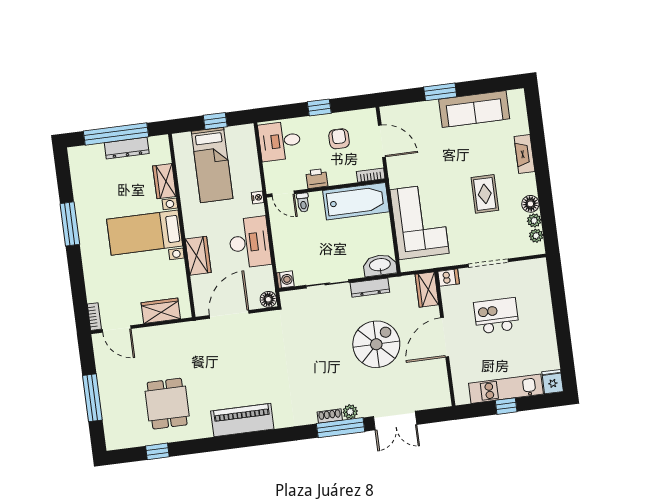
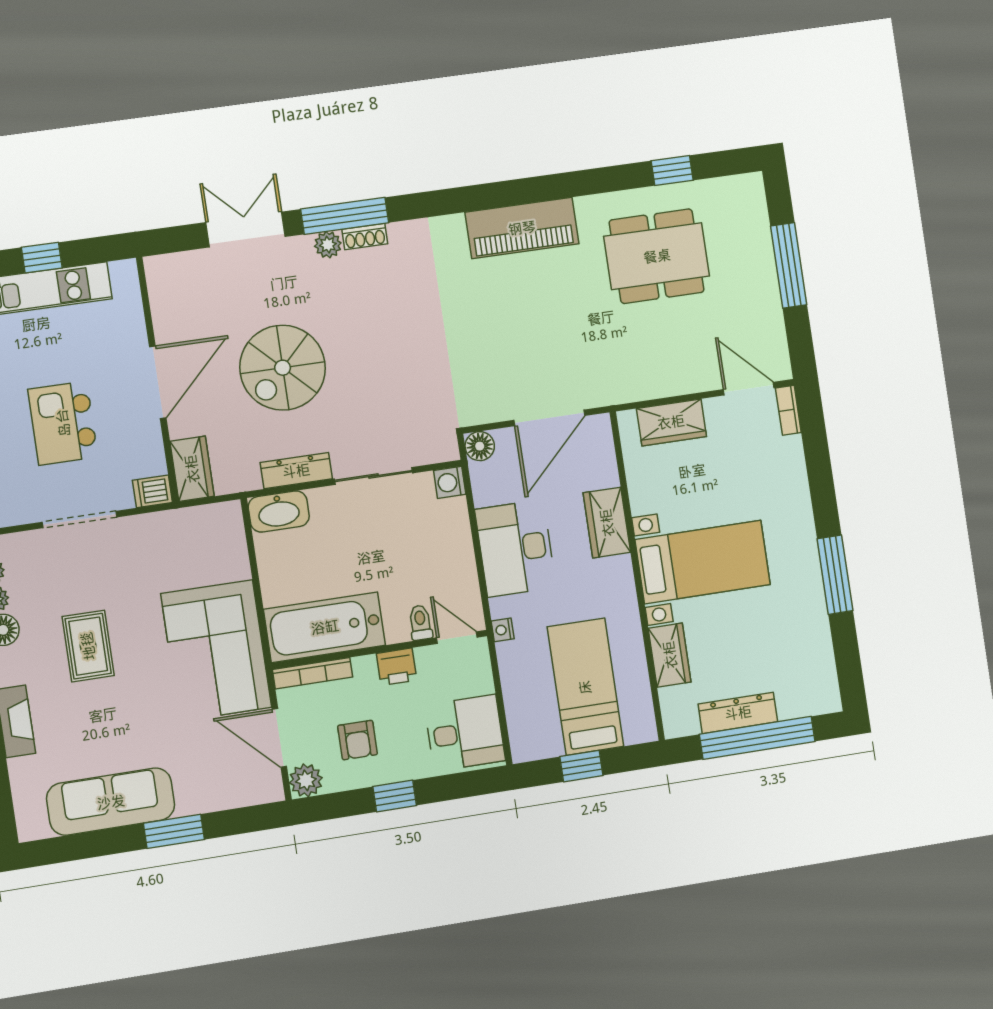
plant: (368, 118) -> (306, 780), added
bookcase: (371, 175) -> (313, 673), width x1.56
corner sofa: (420, 221) -> (216, 650), moved
kitchen island: (496, 316) -> (63, 423), turned 90
dining table: (167, 404) -> (657, 256), width x1.38

